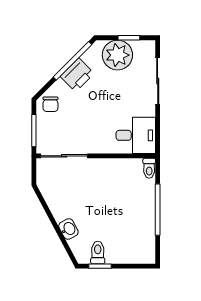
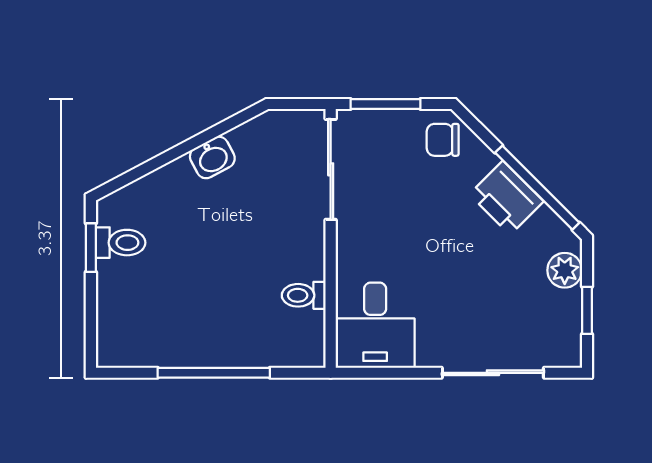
plant: (117, 55) -> (565, 270), width x0.53, depth x0.53
toilet: (149, 168) -> (304, 295), moved
washbasin: (68, 229) -> (212, 157), moved

